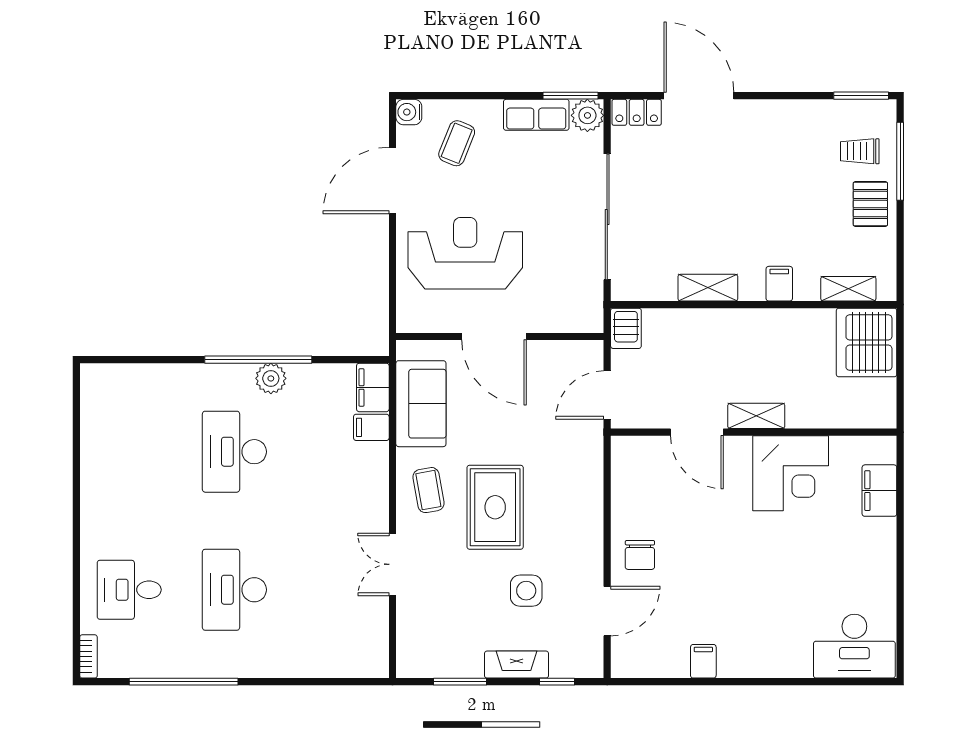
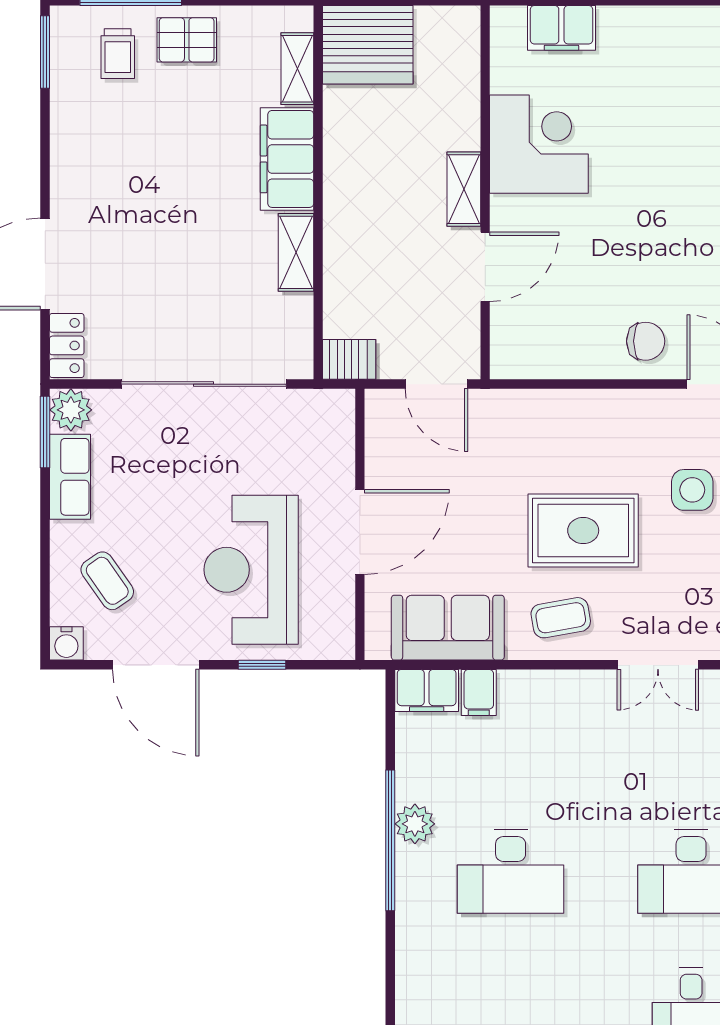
coffee table: (457, 143) -> (107, 581), turned 33
window: (393, 262) -> (262, 665), added
filing cabinet: (779, 284) -> (287, 159), width x3.00, depth x1.17

